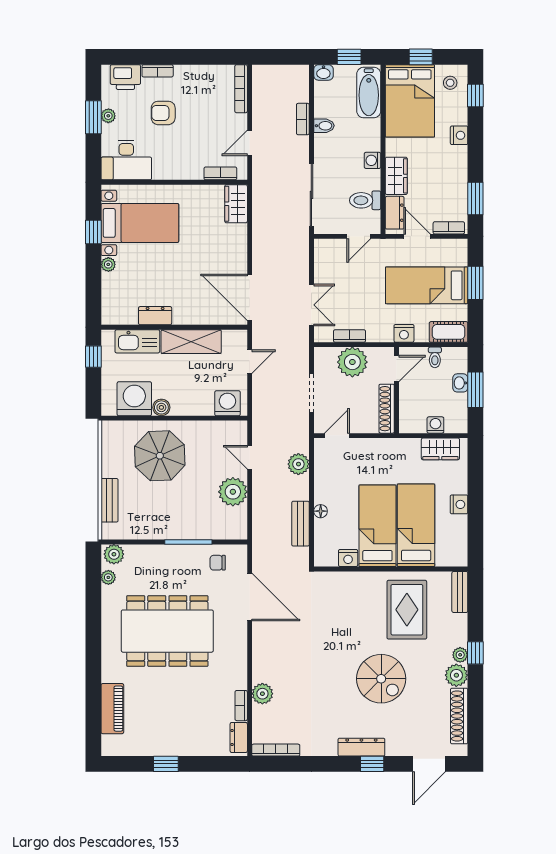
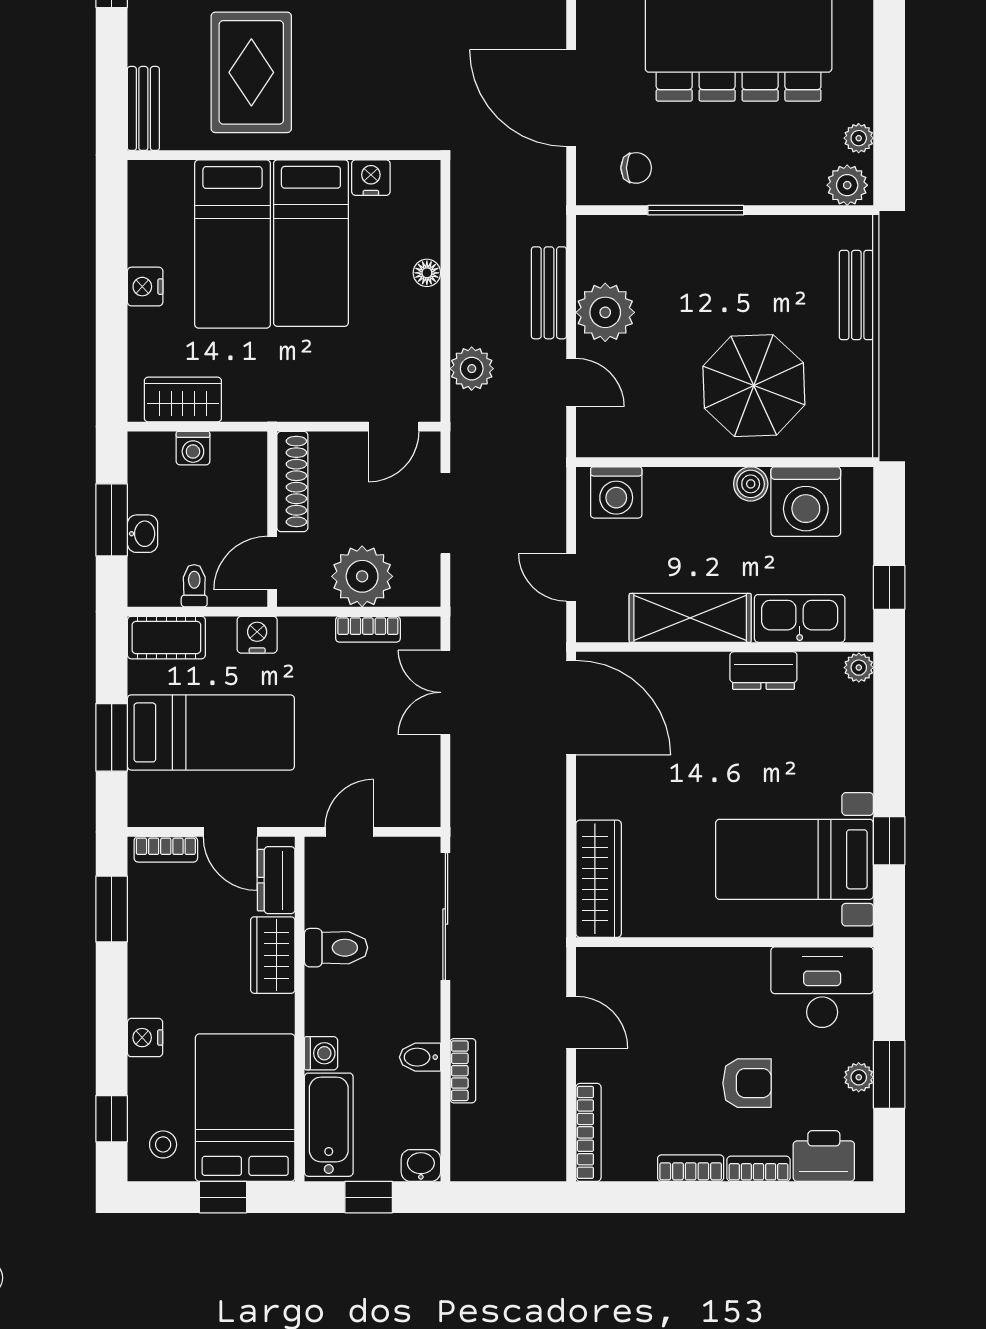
door: (250, 143) -> (571, 1022), hinge flipped
washing machine: (373, 160) -> (321, 1053), moved
bookcase: (220, 173) -> (691, 1168), moved, turned 180
toilet: (365, 200) -> (336, 948), moved
wardrobe: (236, 204) -> (599, 879), width x1.50
plant: (108, 264) -> (859, 668), moved
door: (250, 362) -> (571, 577), hinge flipped
bench: (301, 524) -> (549, 293), moved

